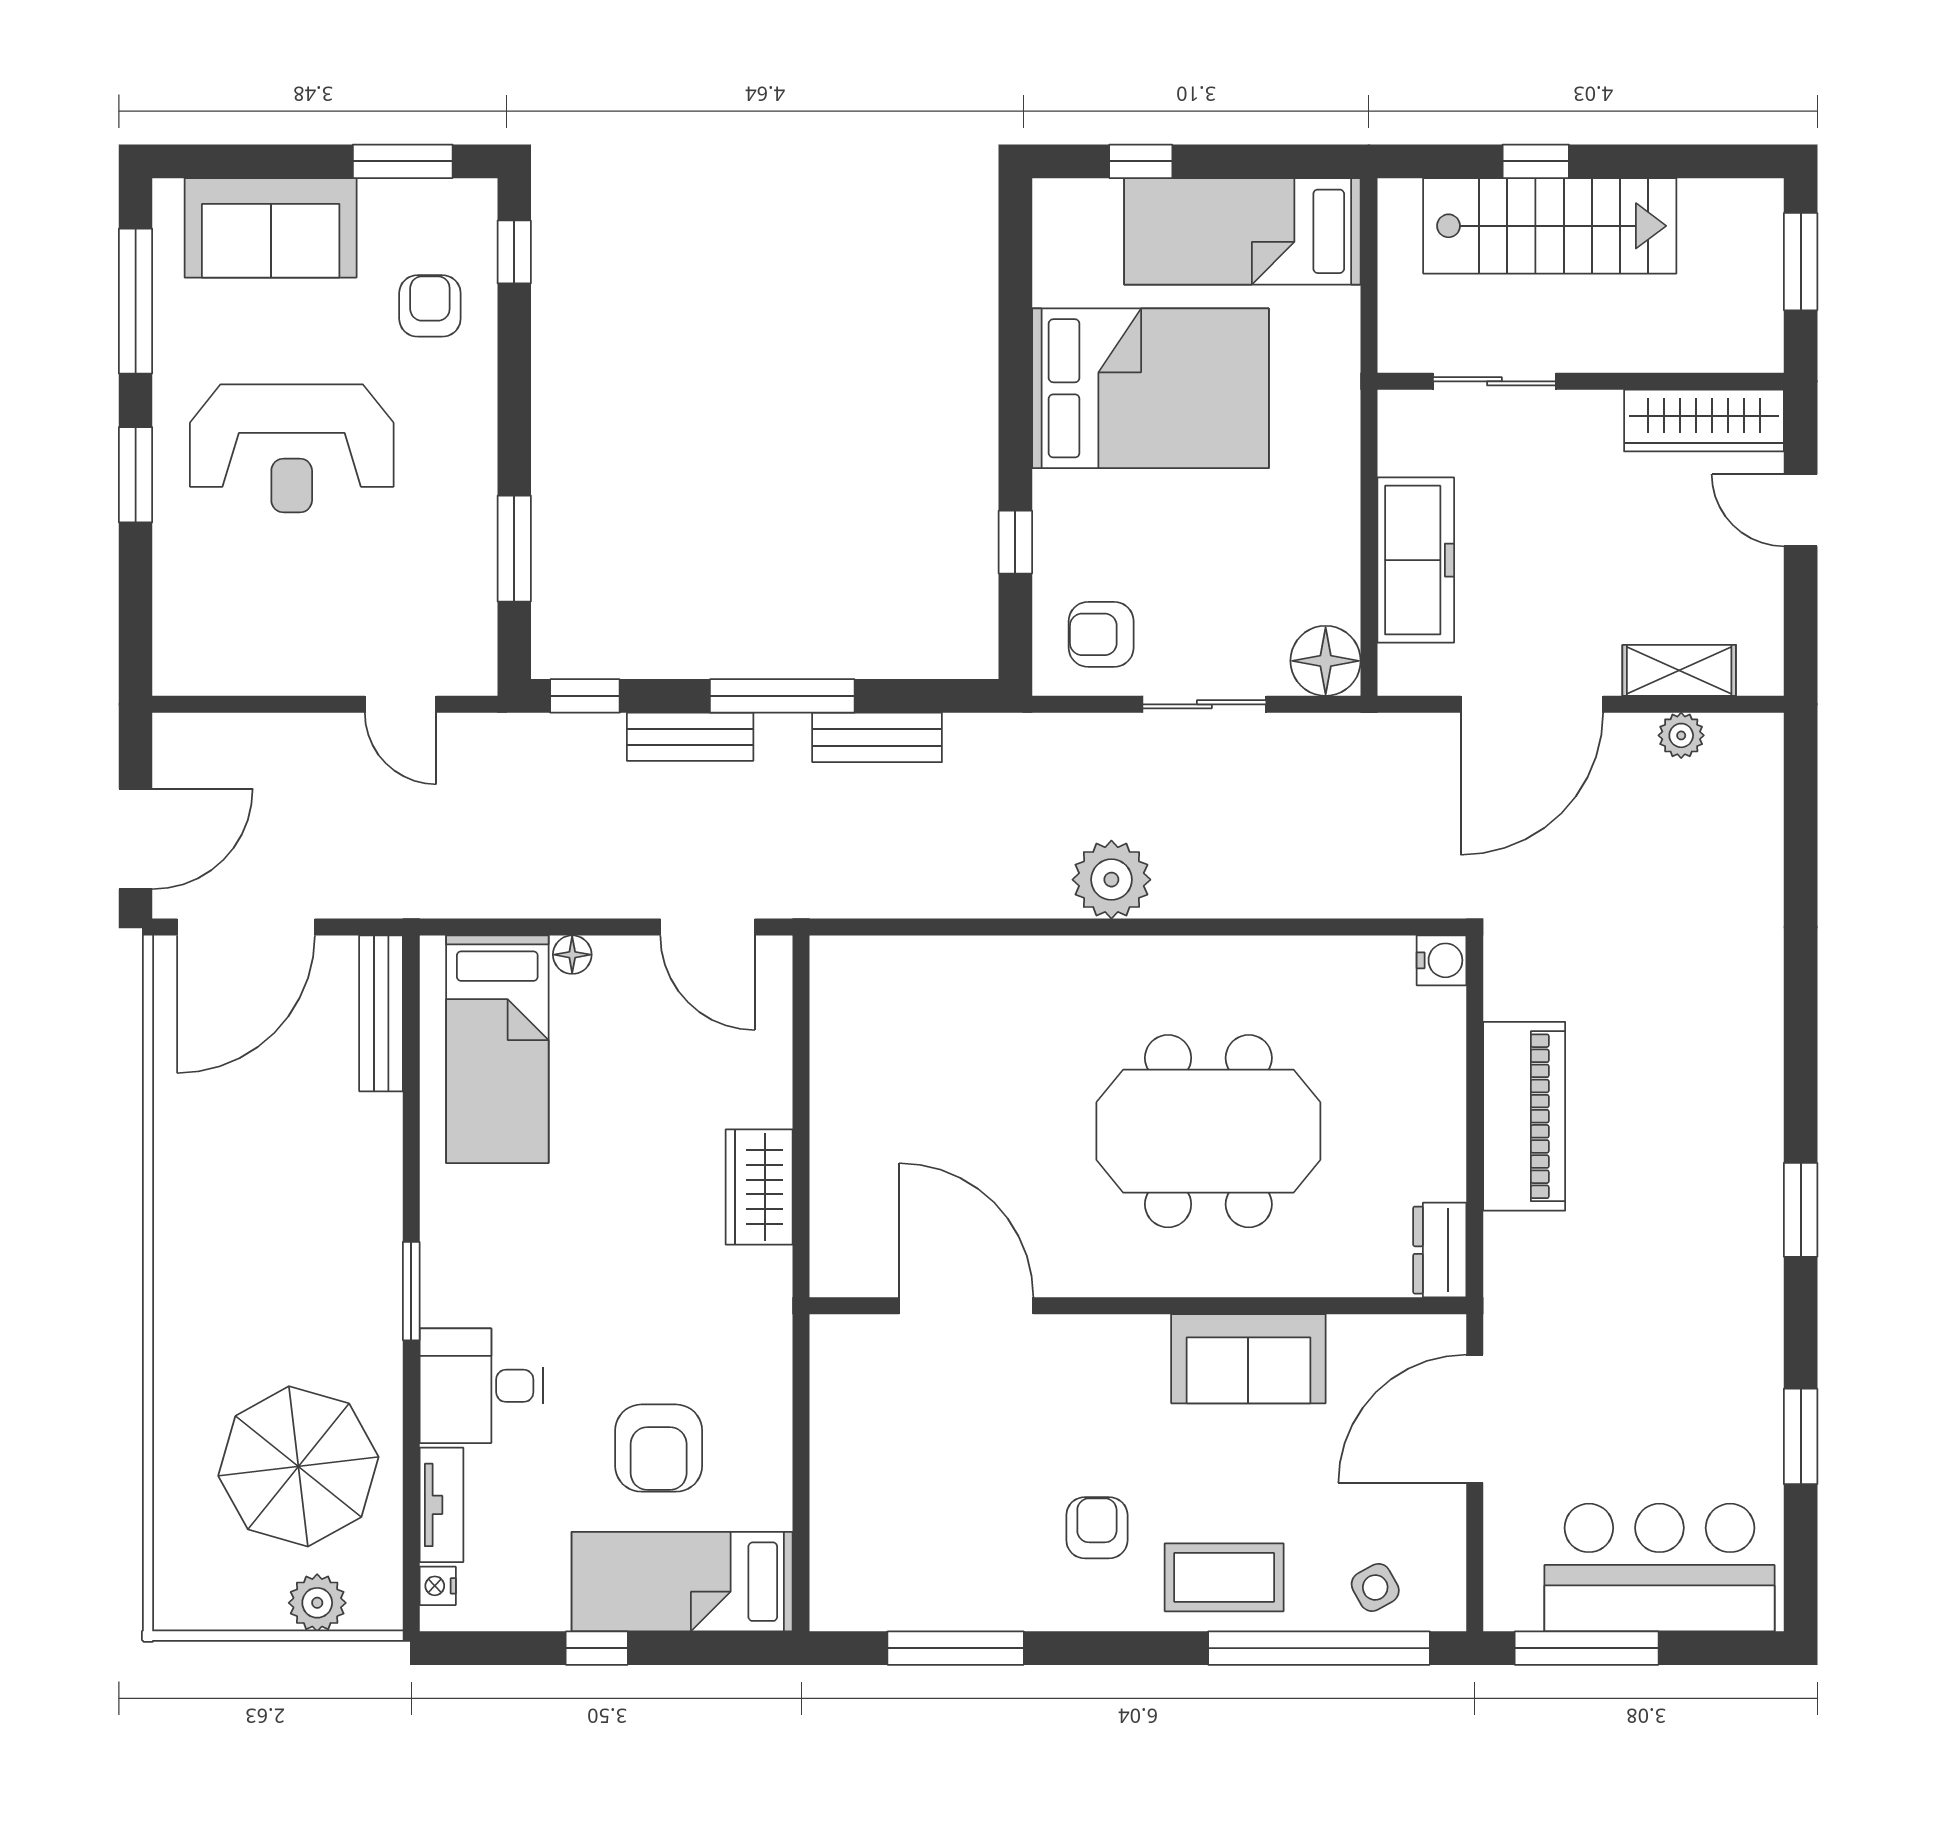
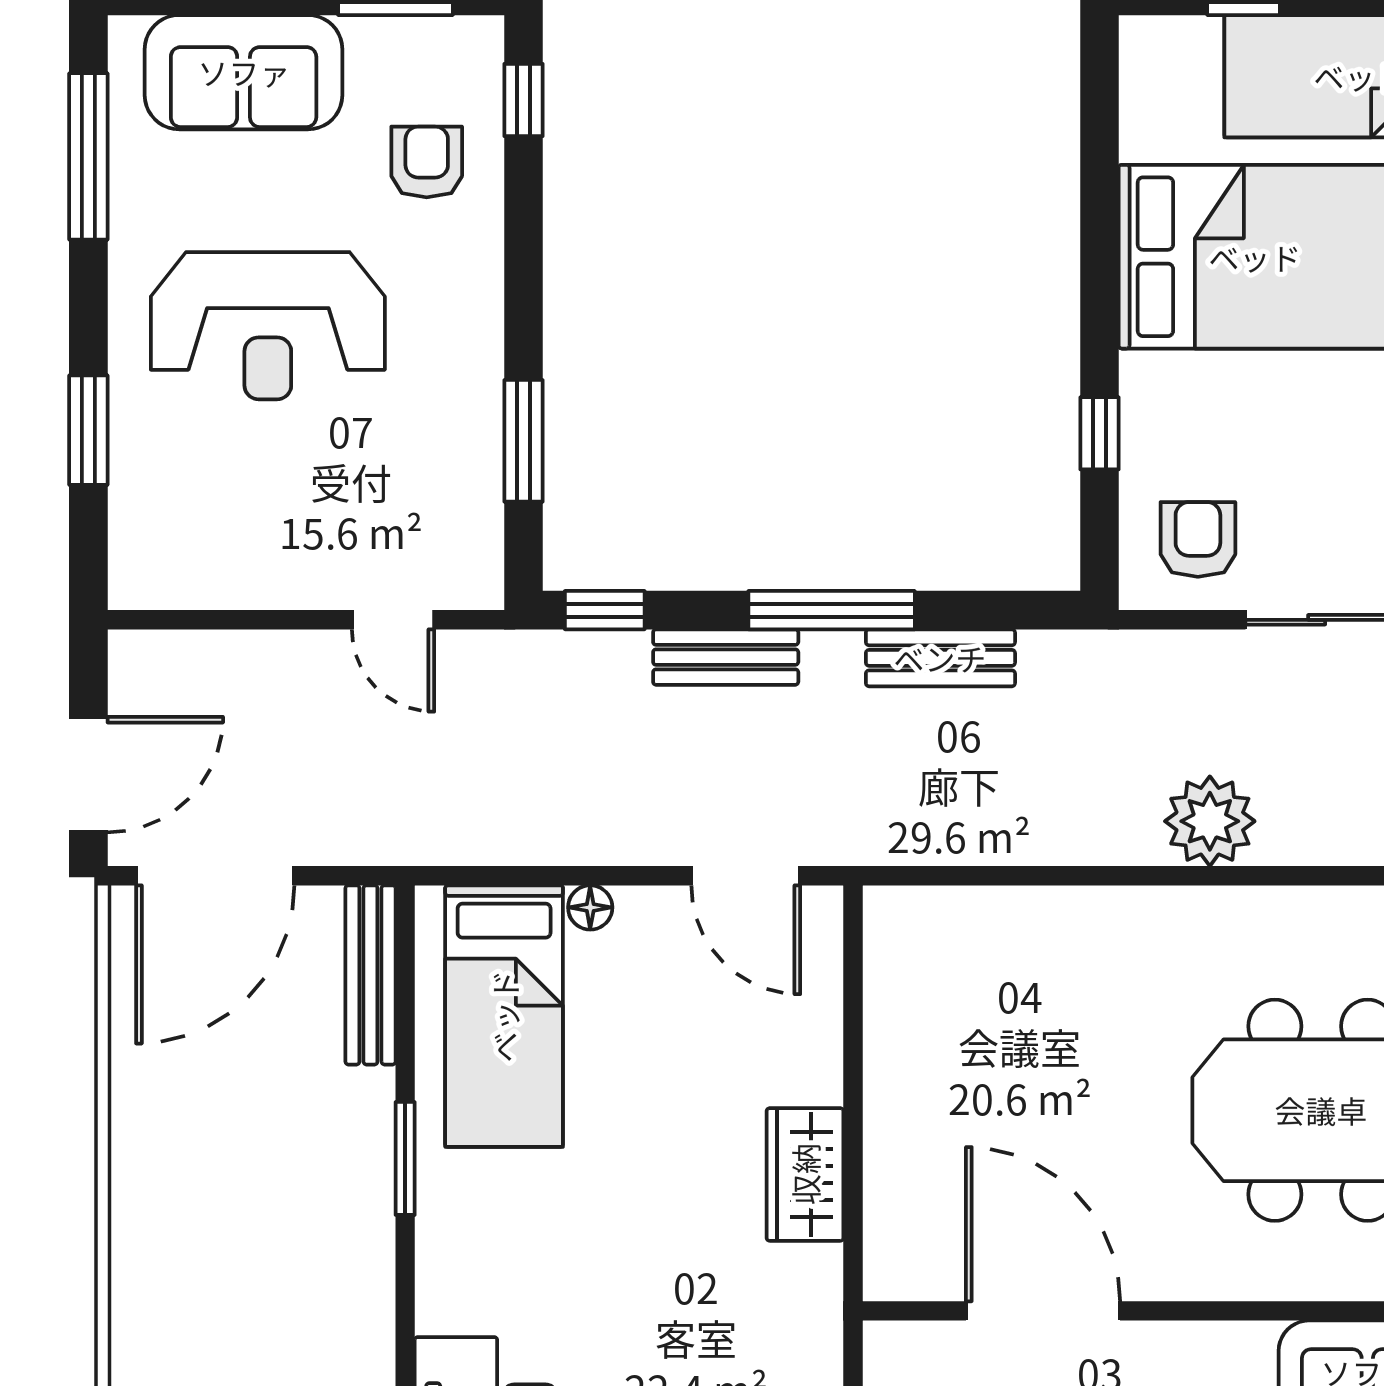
window: (136, 475) -> (88, 430), moved
armchair: (1101, 634) -> (1198, 539), turned 90
window: (411, 1291) -> (405, 1158), moved

